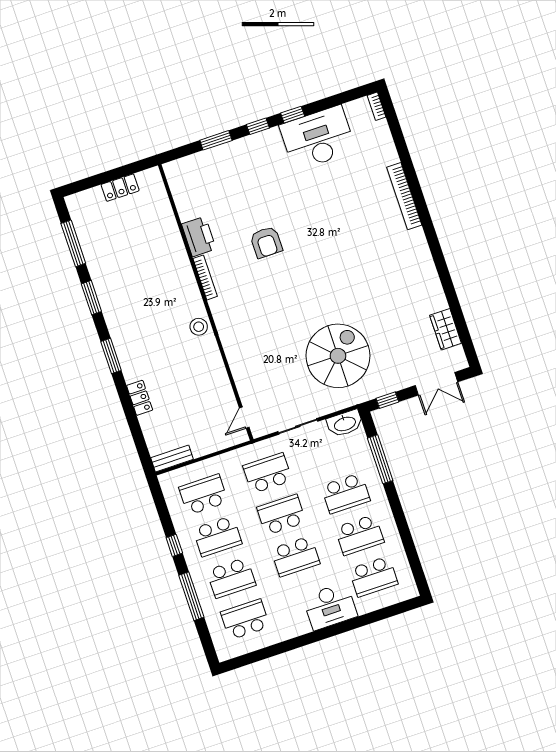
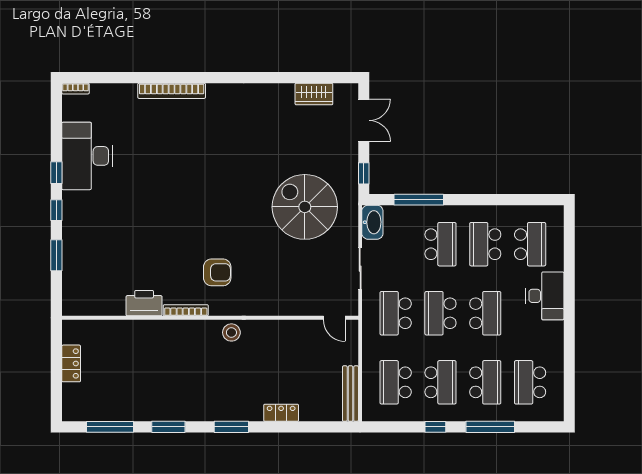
armchair: (266, 242) -> (217, 272), moved
bench: (172, 459) -> (350, 394), width x1.36
school desk: (359, 535) -> (485, 244), turned 180

